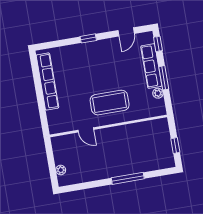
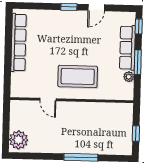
door: (126, 32) -> (96, 8), moved
plant: (61, 170) -> (19, 140), width x1.87, depth x1.87

